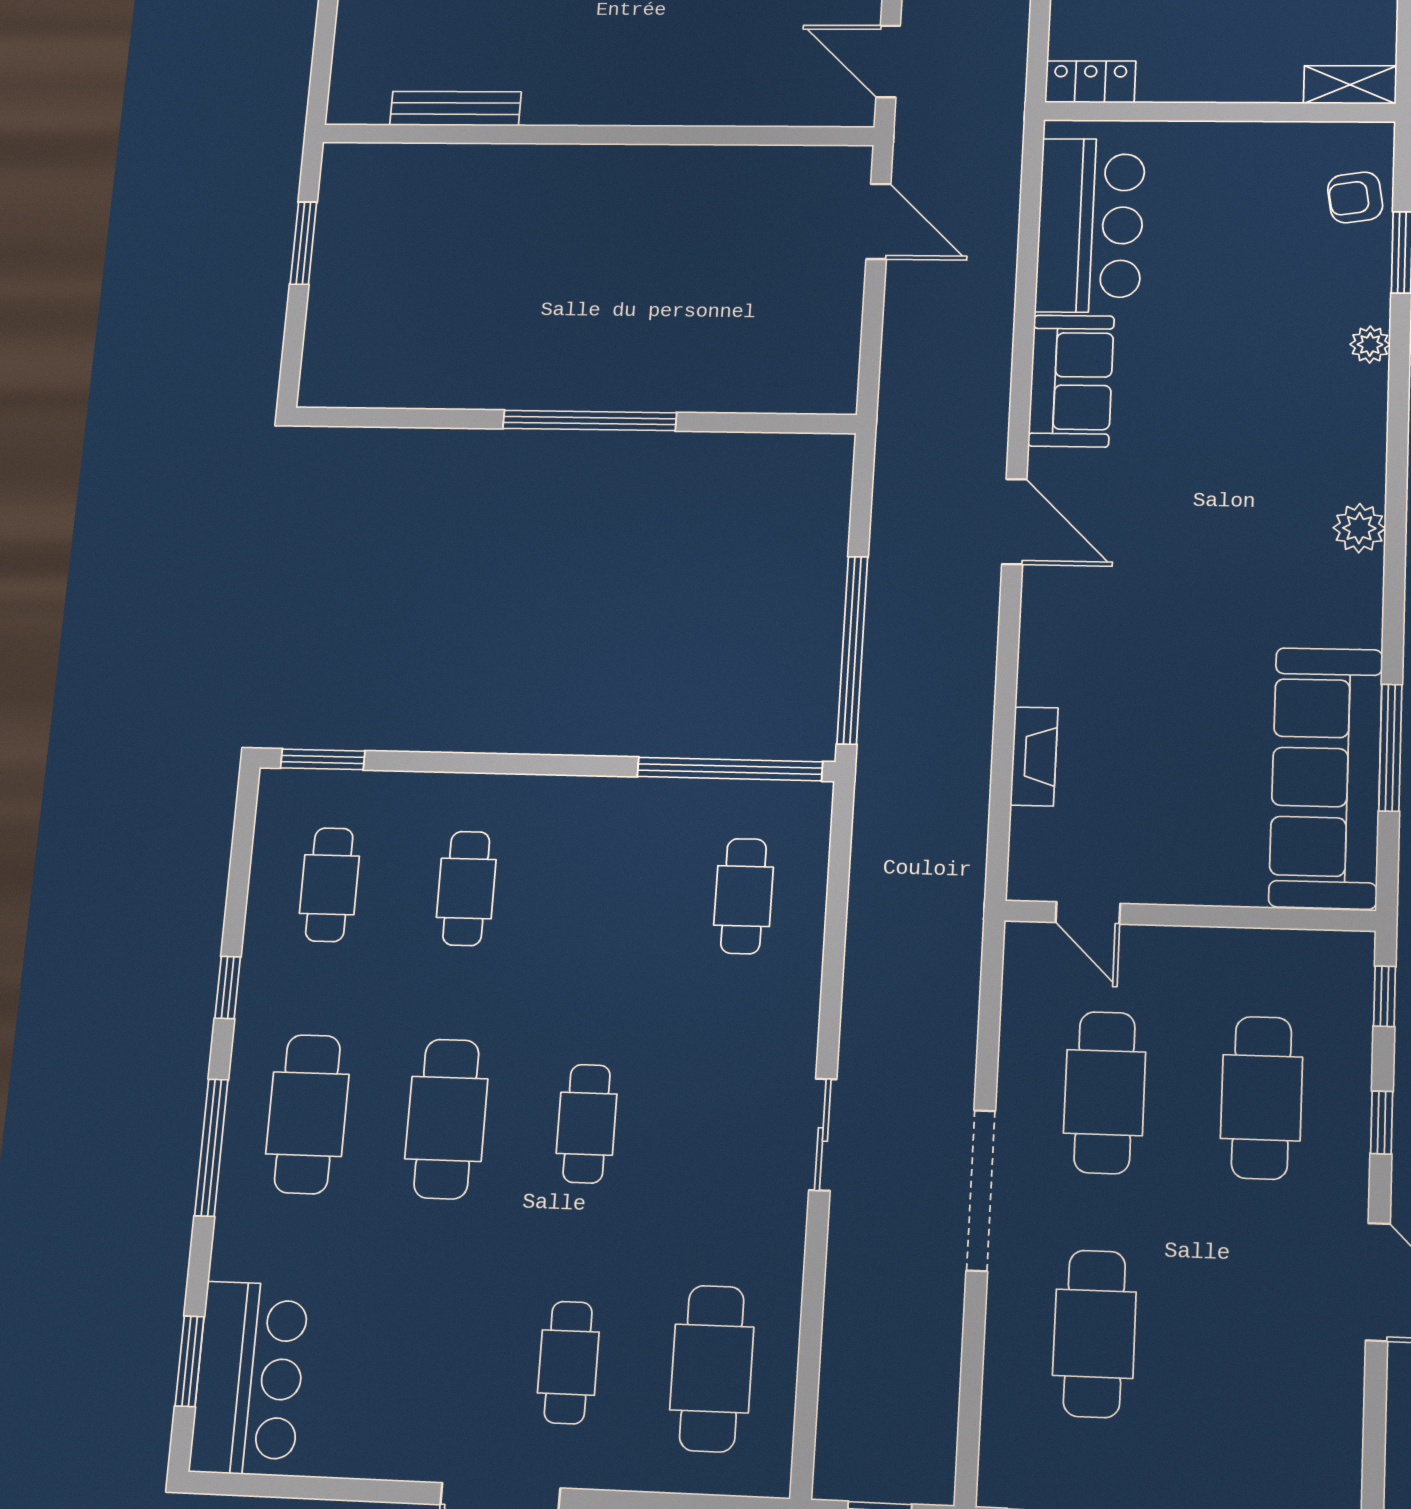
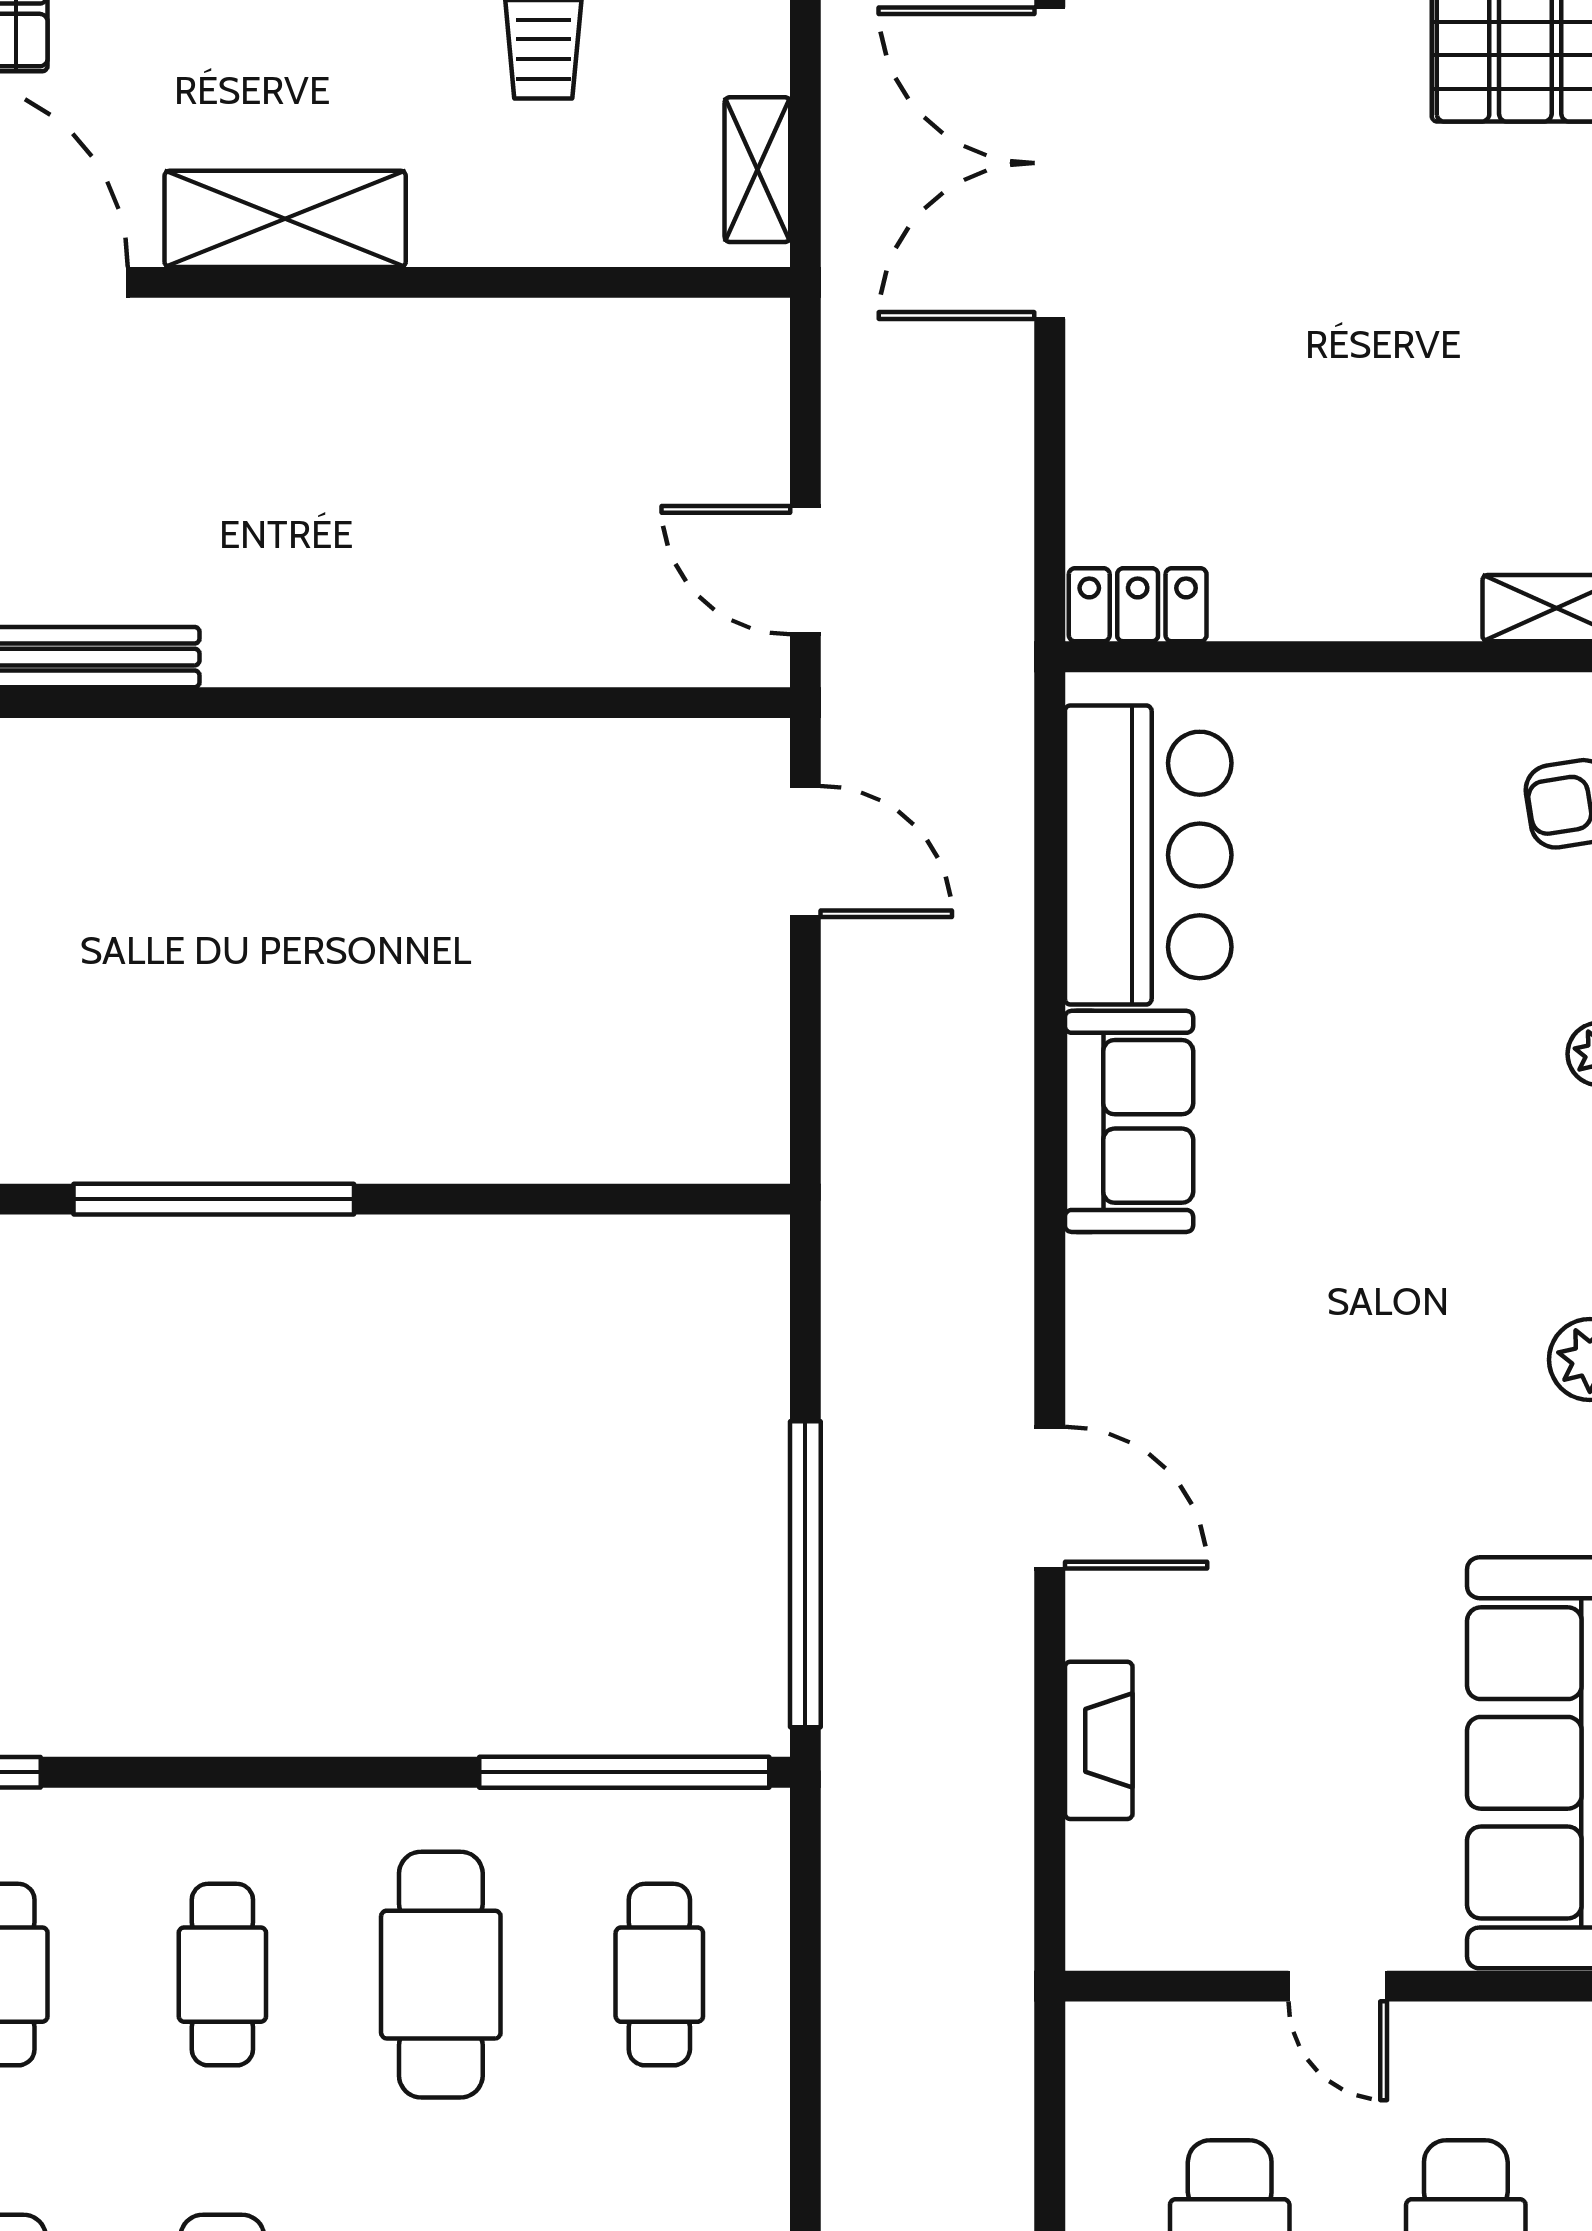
window: (590, 421) -> (214, 1199), moved
door: (1014, 522) -> (1050, 1498), moved
cafe table: (604, 892) -> (441, 1975), added
door: (1088, 913) -> (1338, 1986), moved

